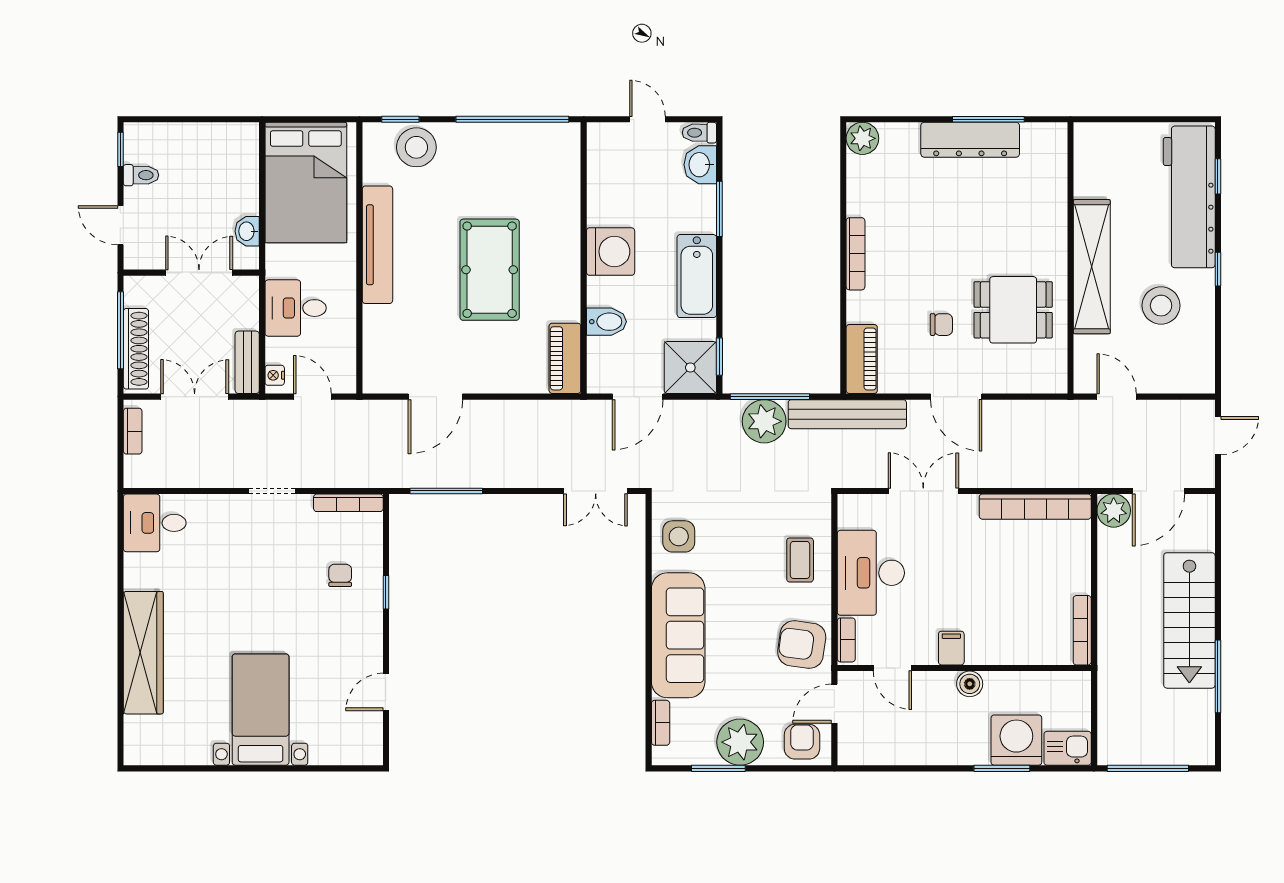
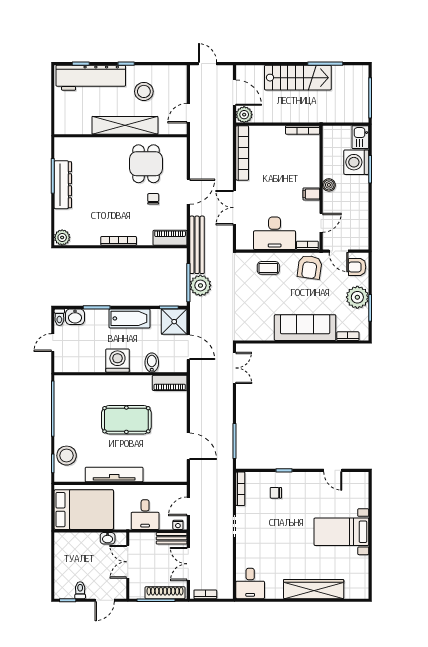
side table: (679, 536) -> (257, 327), removed

